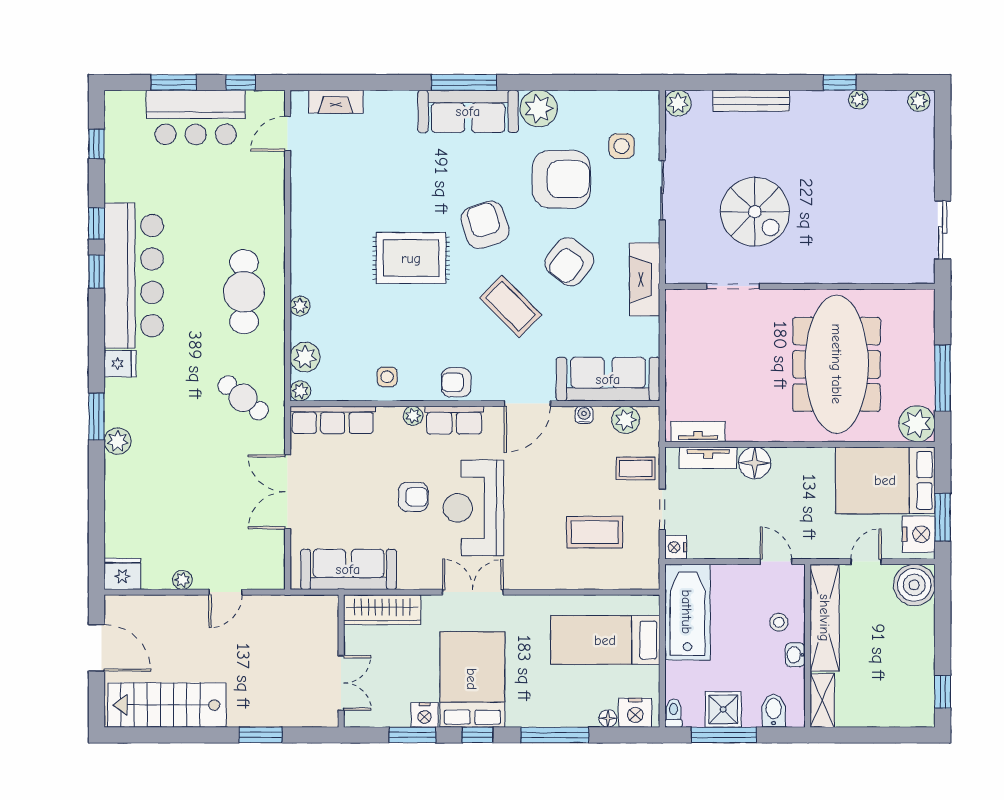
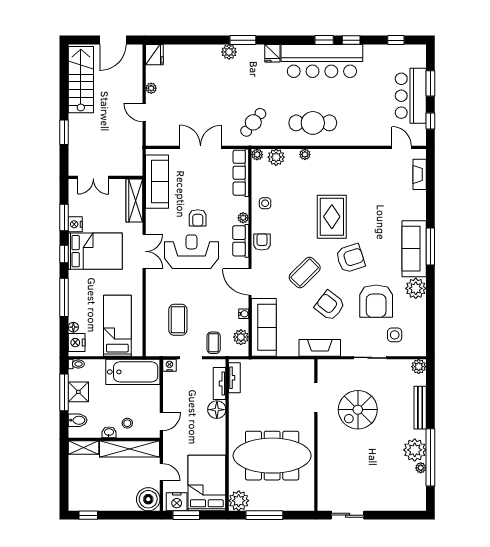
window: (840, 82) -> (430, 457), width x3.17
plant: (919, 101) -> (415, 450), moved, width x1.87, depth x1.87

